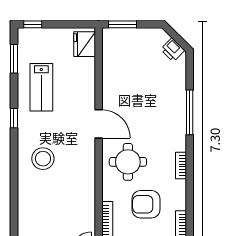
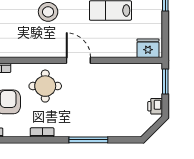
printer: (173, 50) -> (155, 106), moved, turned -45
door: (99, 124) -> (78, 60), swing flipped

